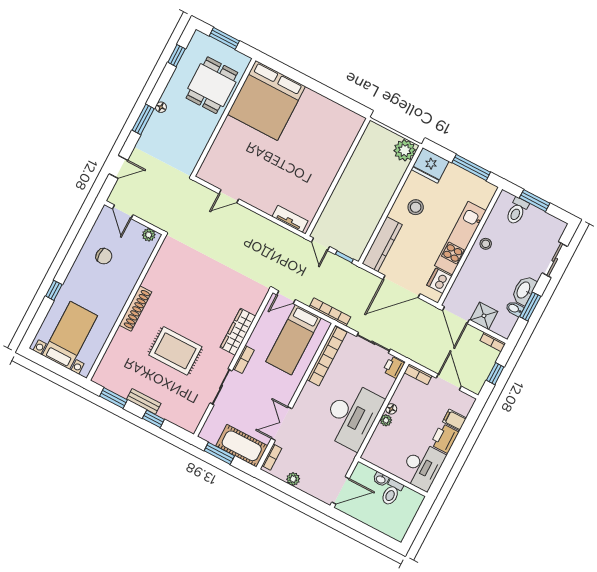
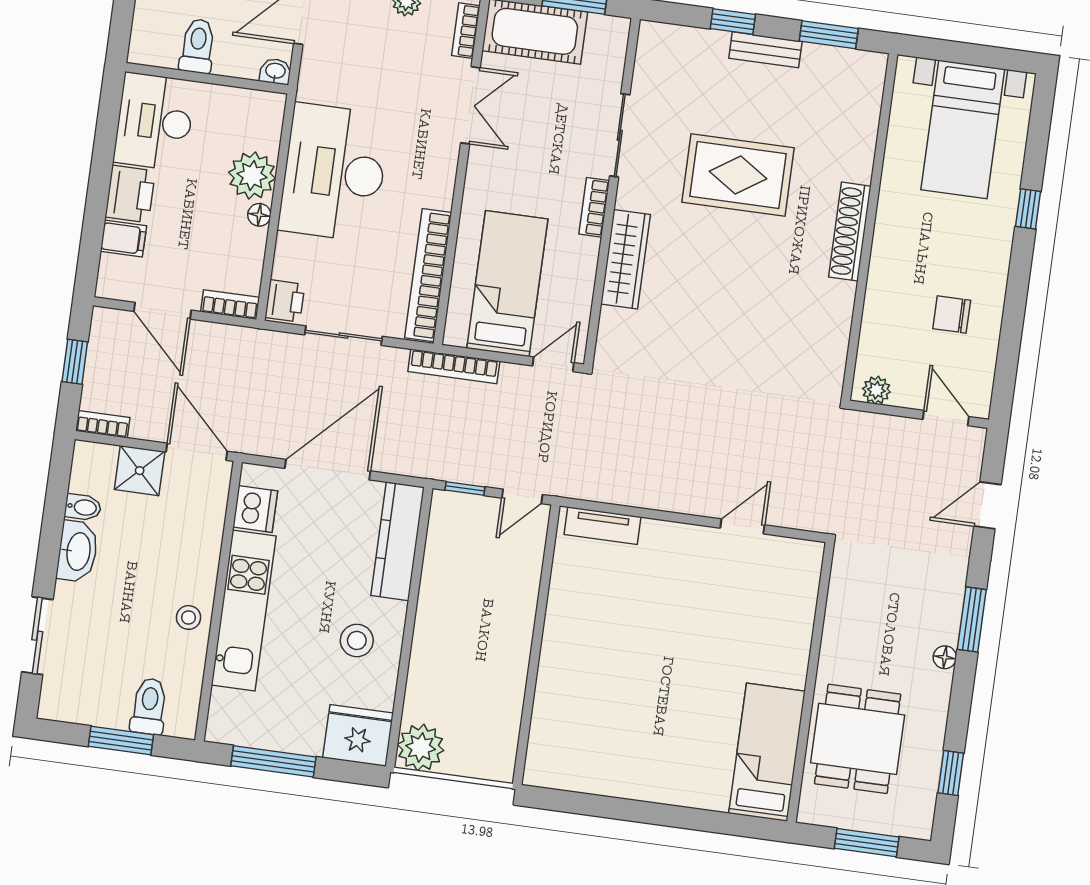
bed: (266, 100) -> (767, 752), width x0.49
door: (321, 244) -> (522, 496), swing flipped
window: (530, 307) -> (53, 523), removed
plant: (386, 420) -> (252, 175), width x1.88, depth x1.88
washbasin: (381, 479) -> (275, 71), moved

